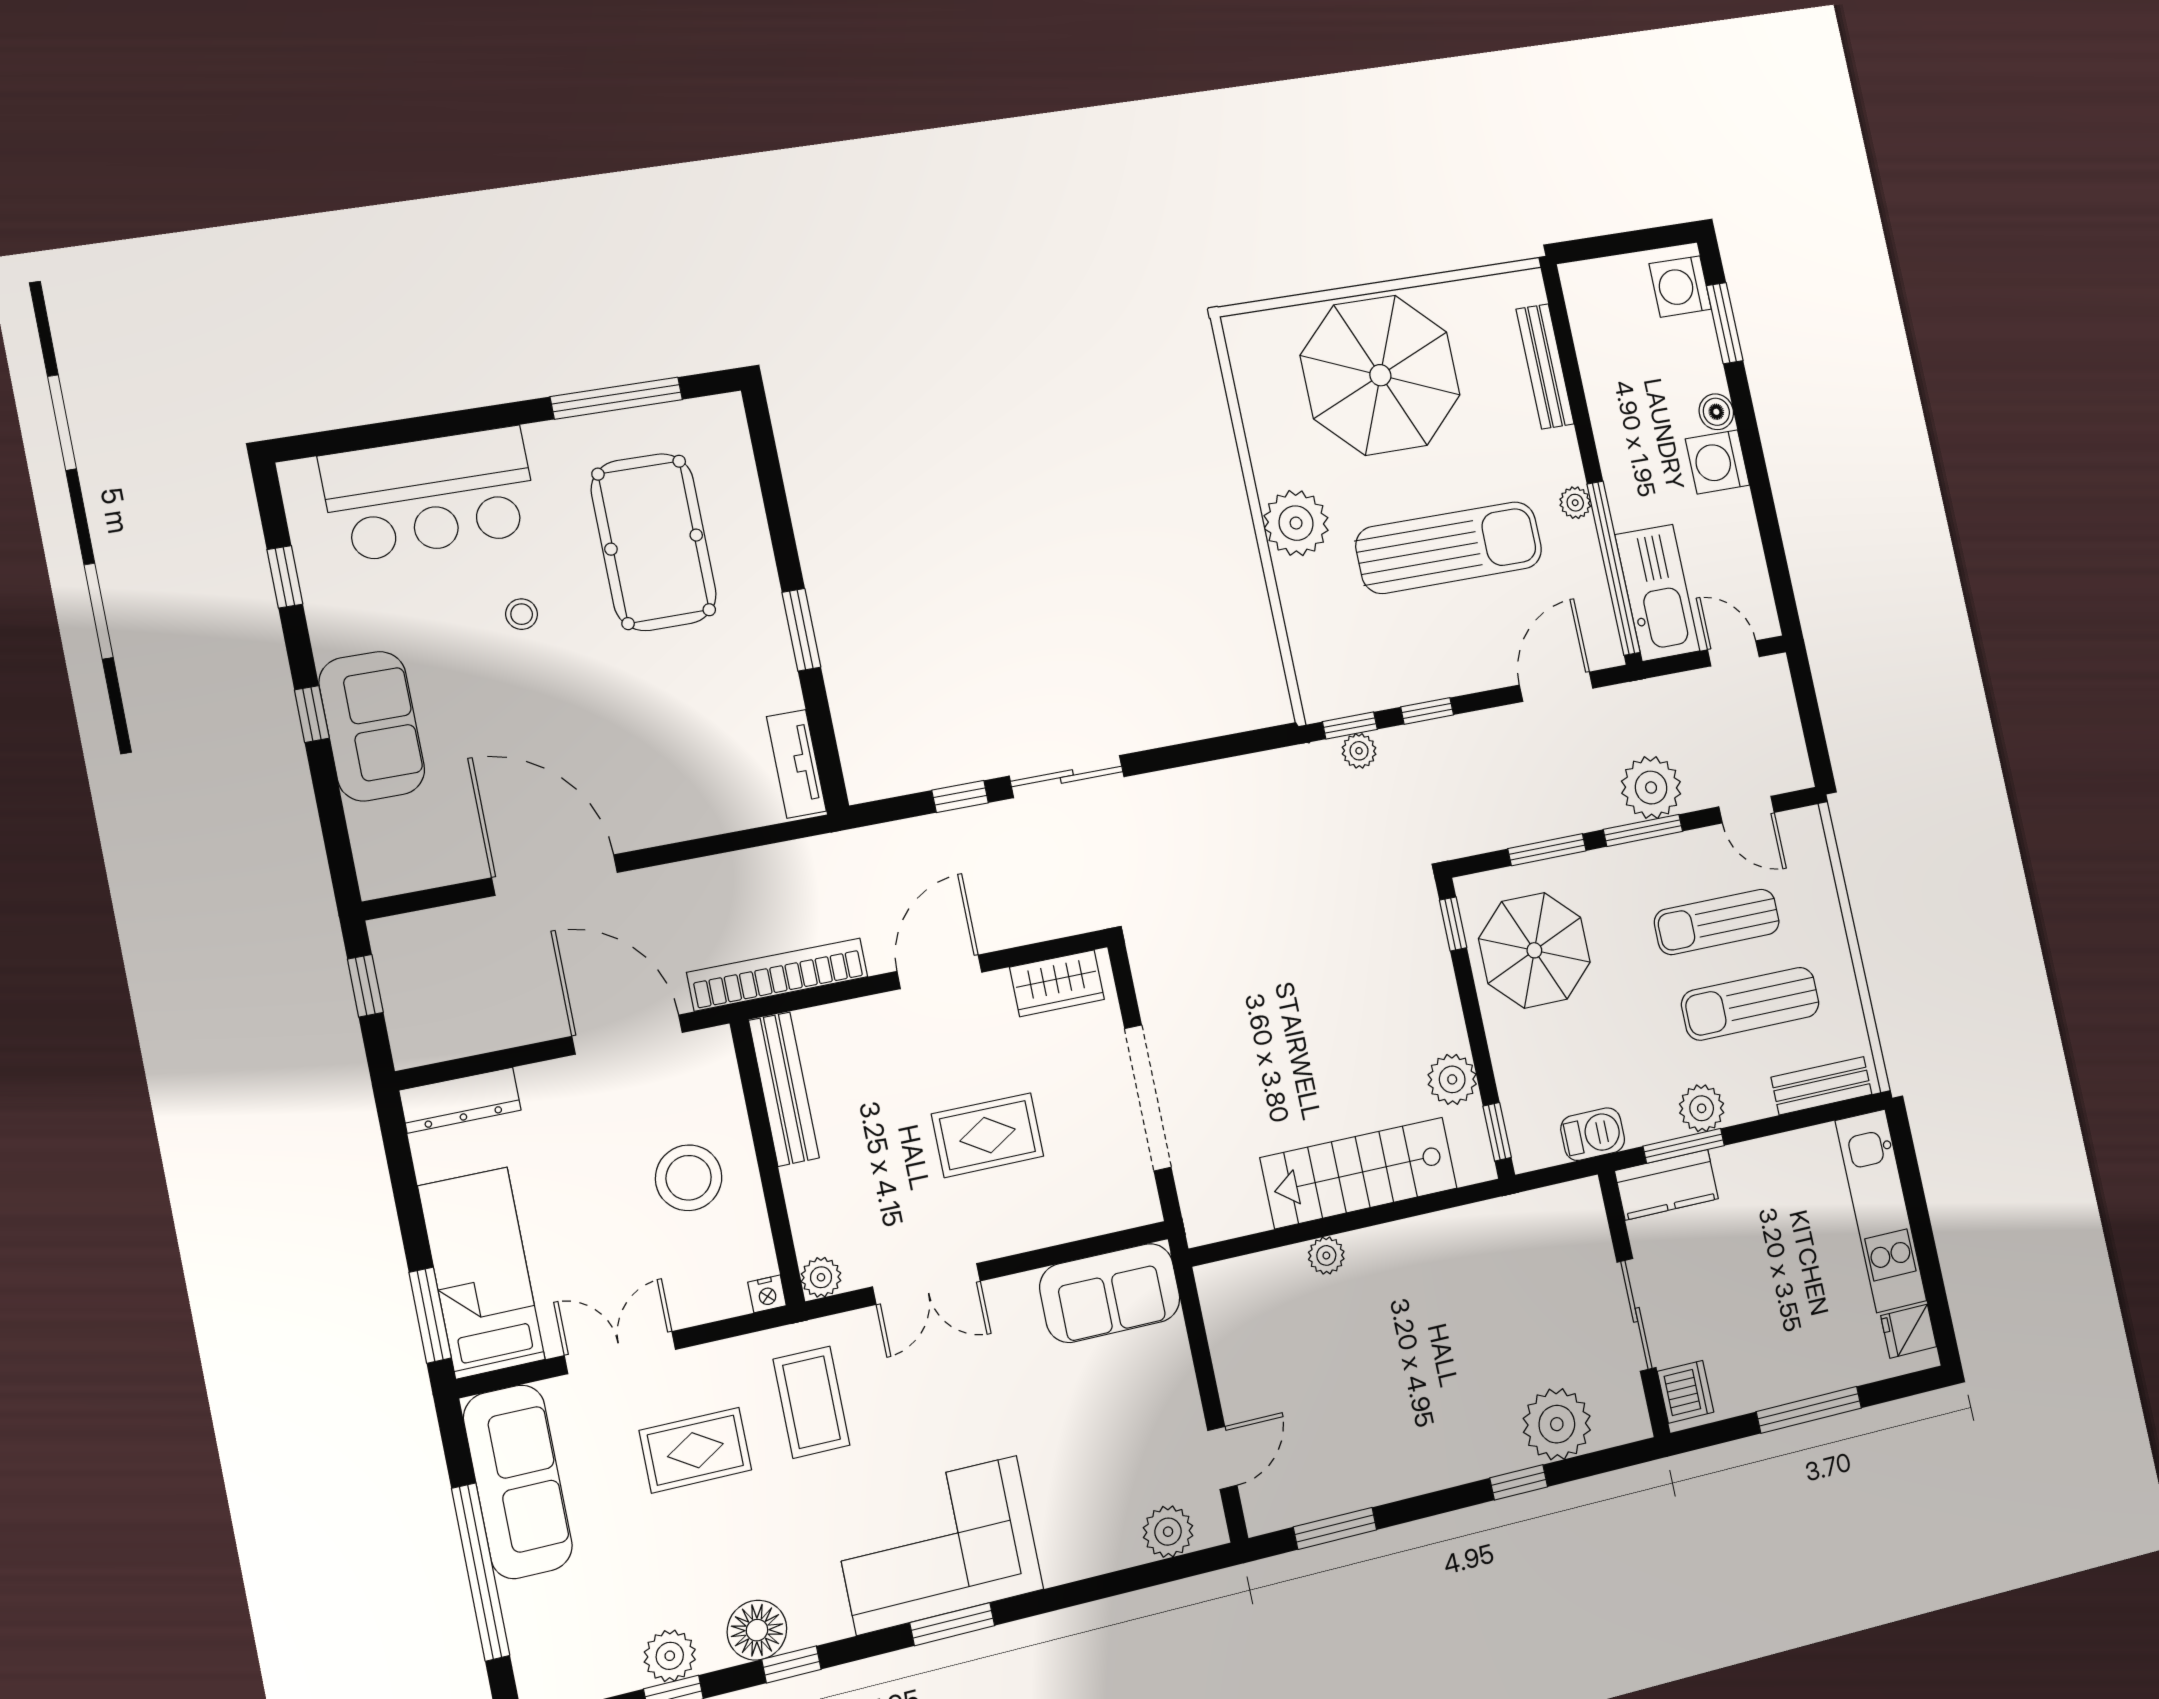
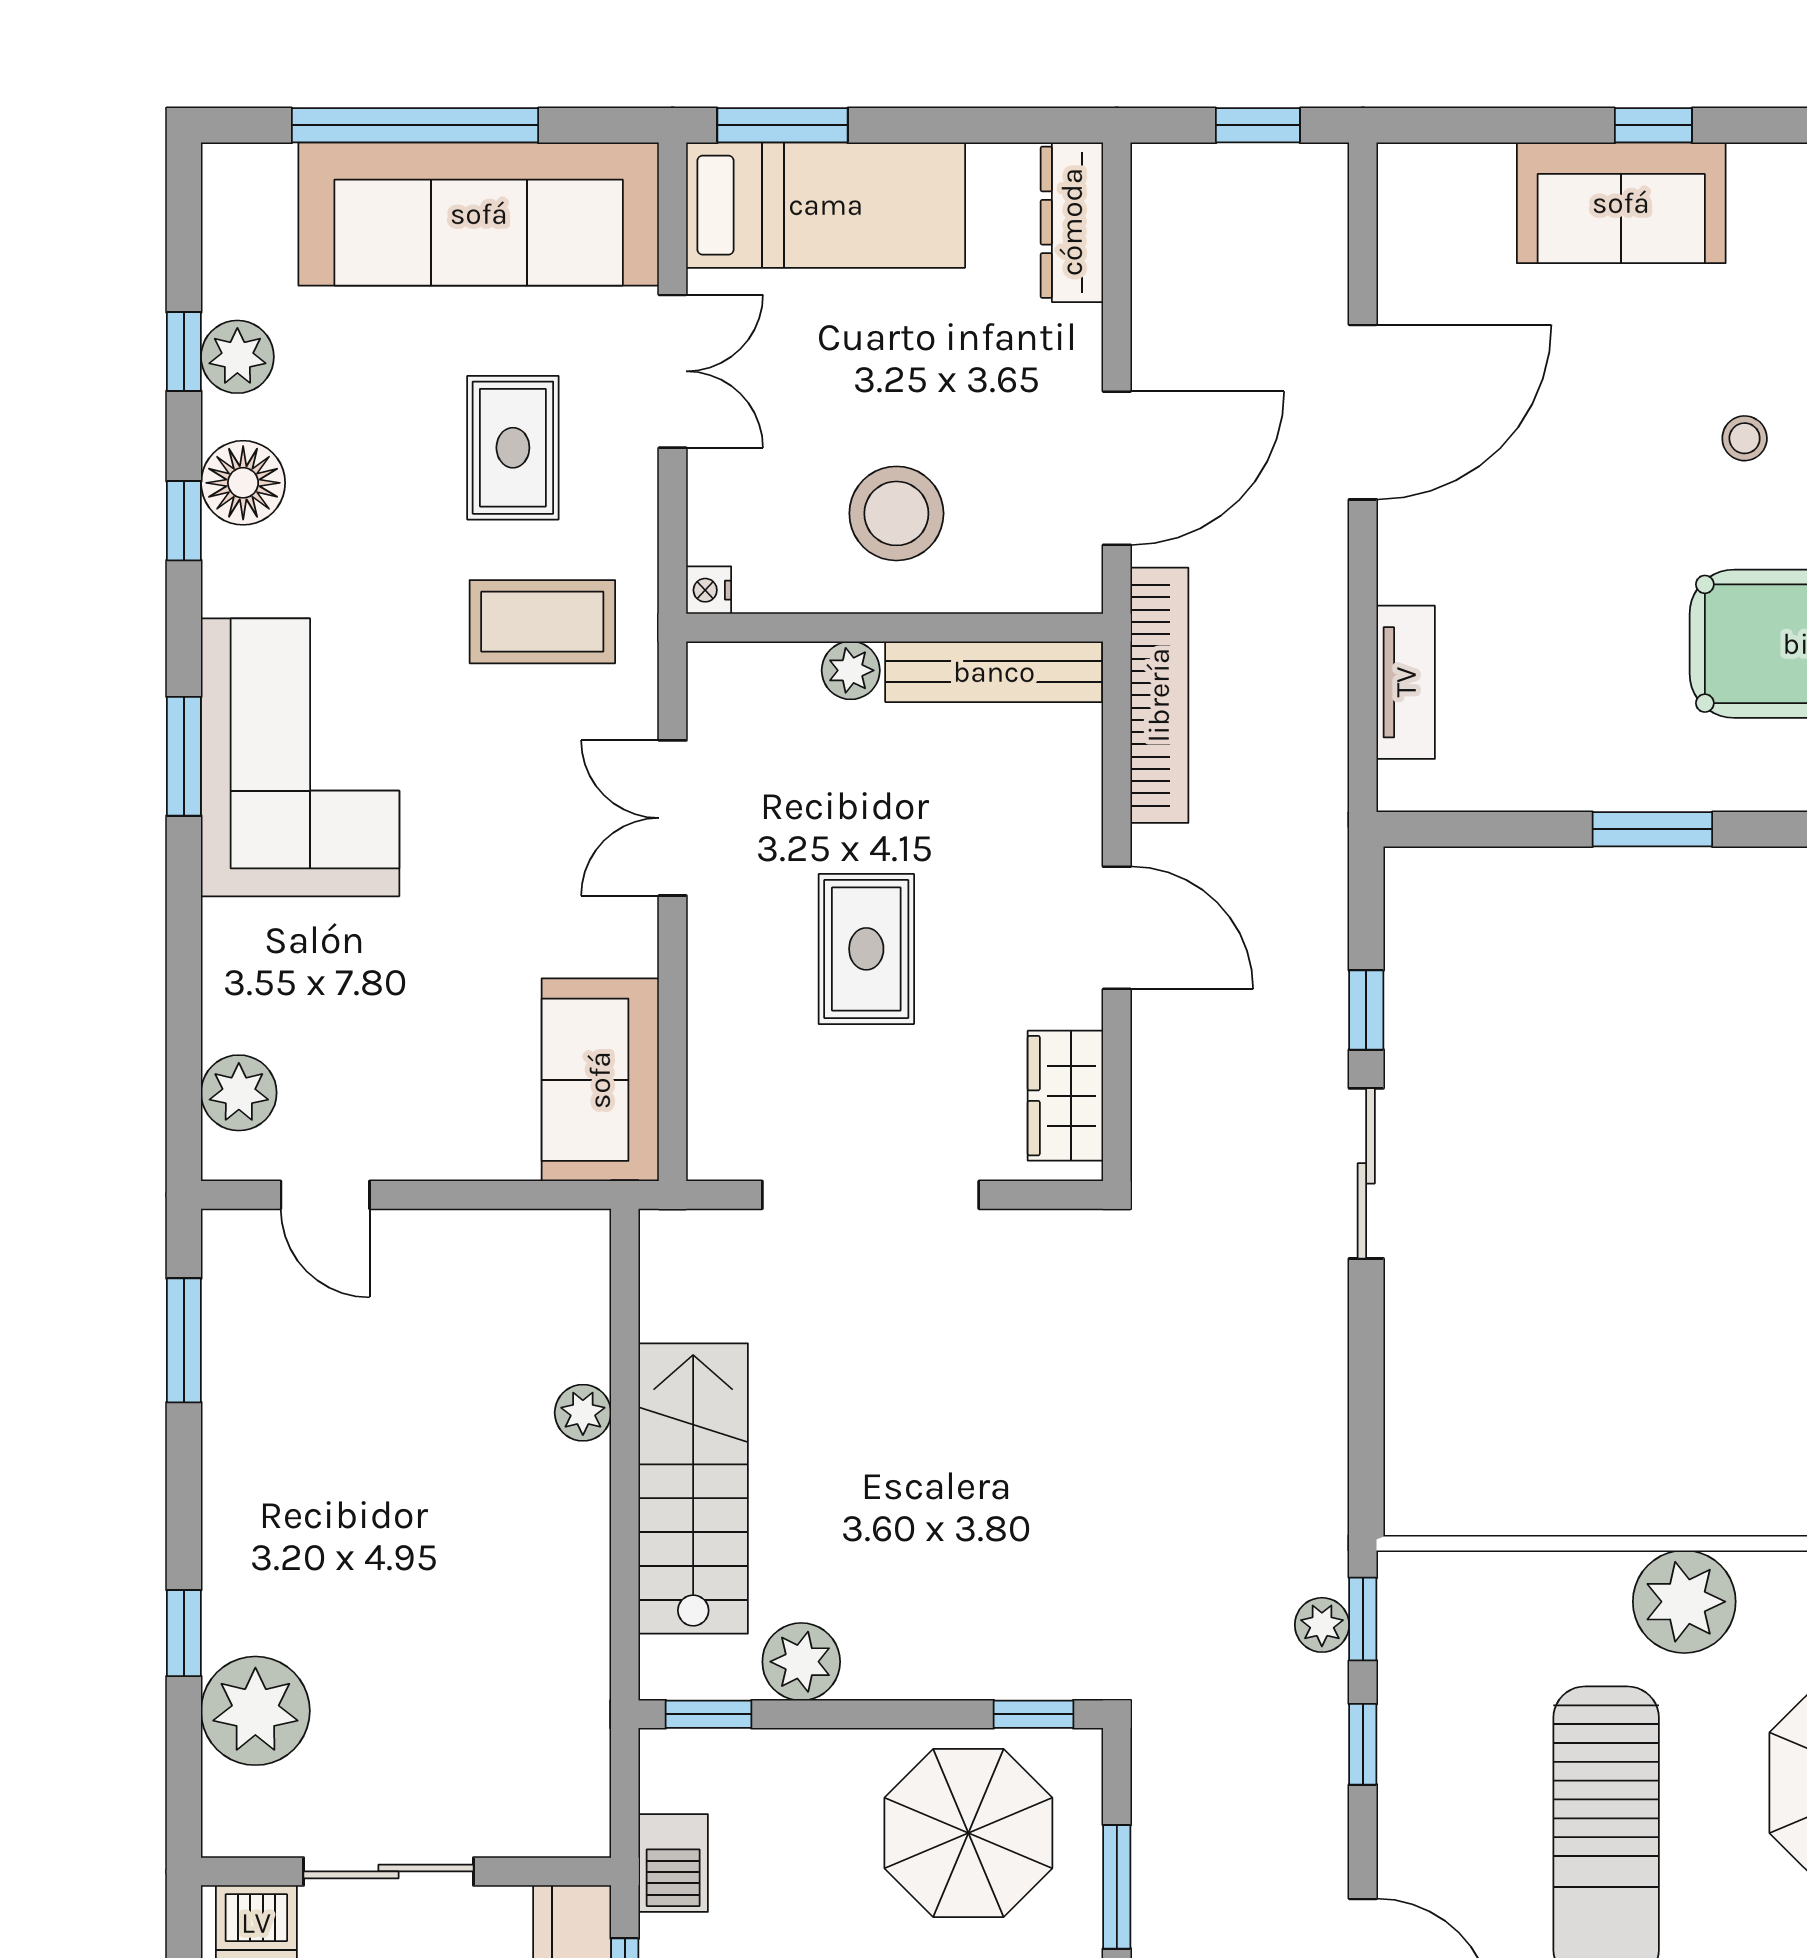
tv unit: (796, 764) -> (1406, 682), moved, turned 90
plant: (821, 1277) -> (851, 670), moved
sofa: (518, 1482) -> (479, 214), width x1.36, depth x1.27

